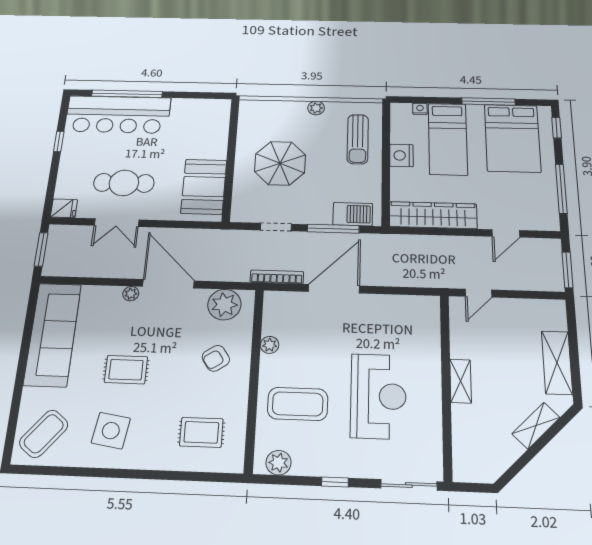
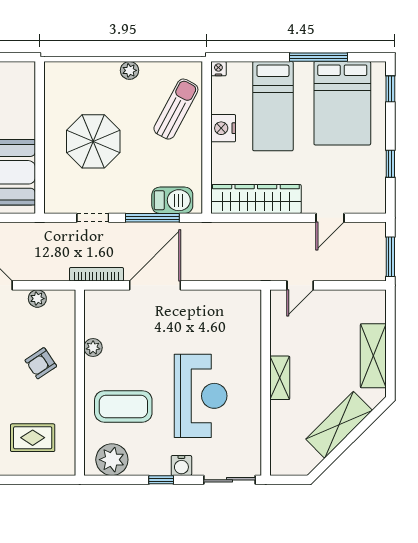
nightstand: (420, 109) -> (218, 69), moved
sun lounger: (358, 139) -> (176, 109), turned -152
window: (561, 189) -> (390, 164), width x0.46
plant: (224, 305) -> (37, 299), width x0.53, depth x0.53
shelving: (536, 426) -> (339, 425), width x1.50, depth x1.33
plant: (279, 463) -> (112, 460), width x1.36, depth x1.36
water cooler: (357, 467) -> (181, 465), added

